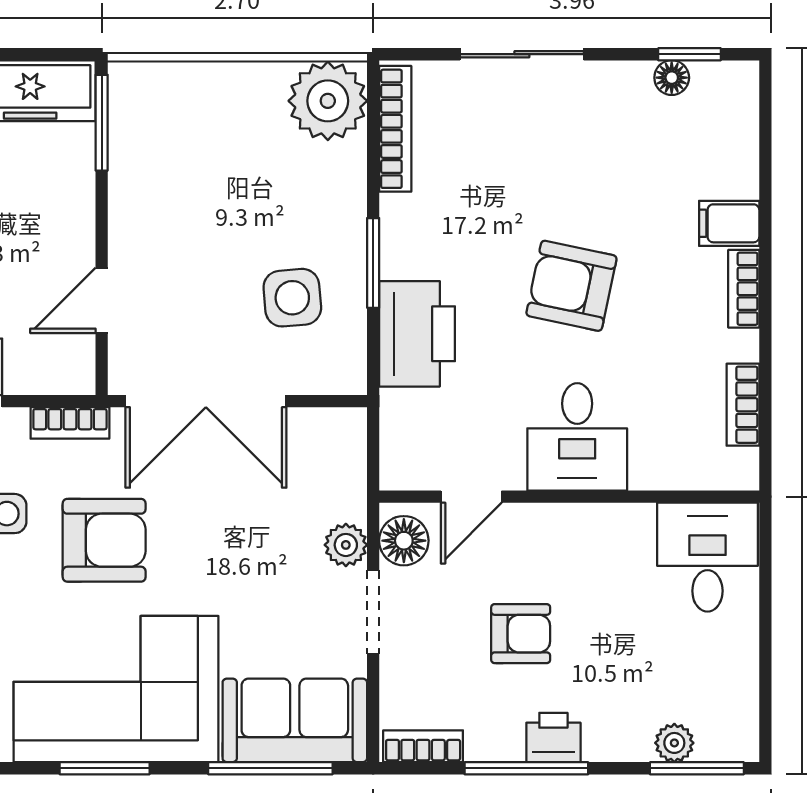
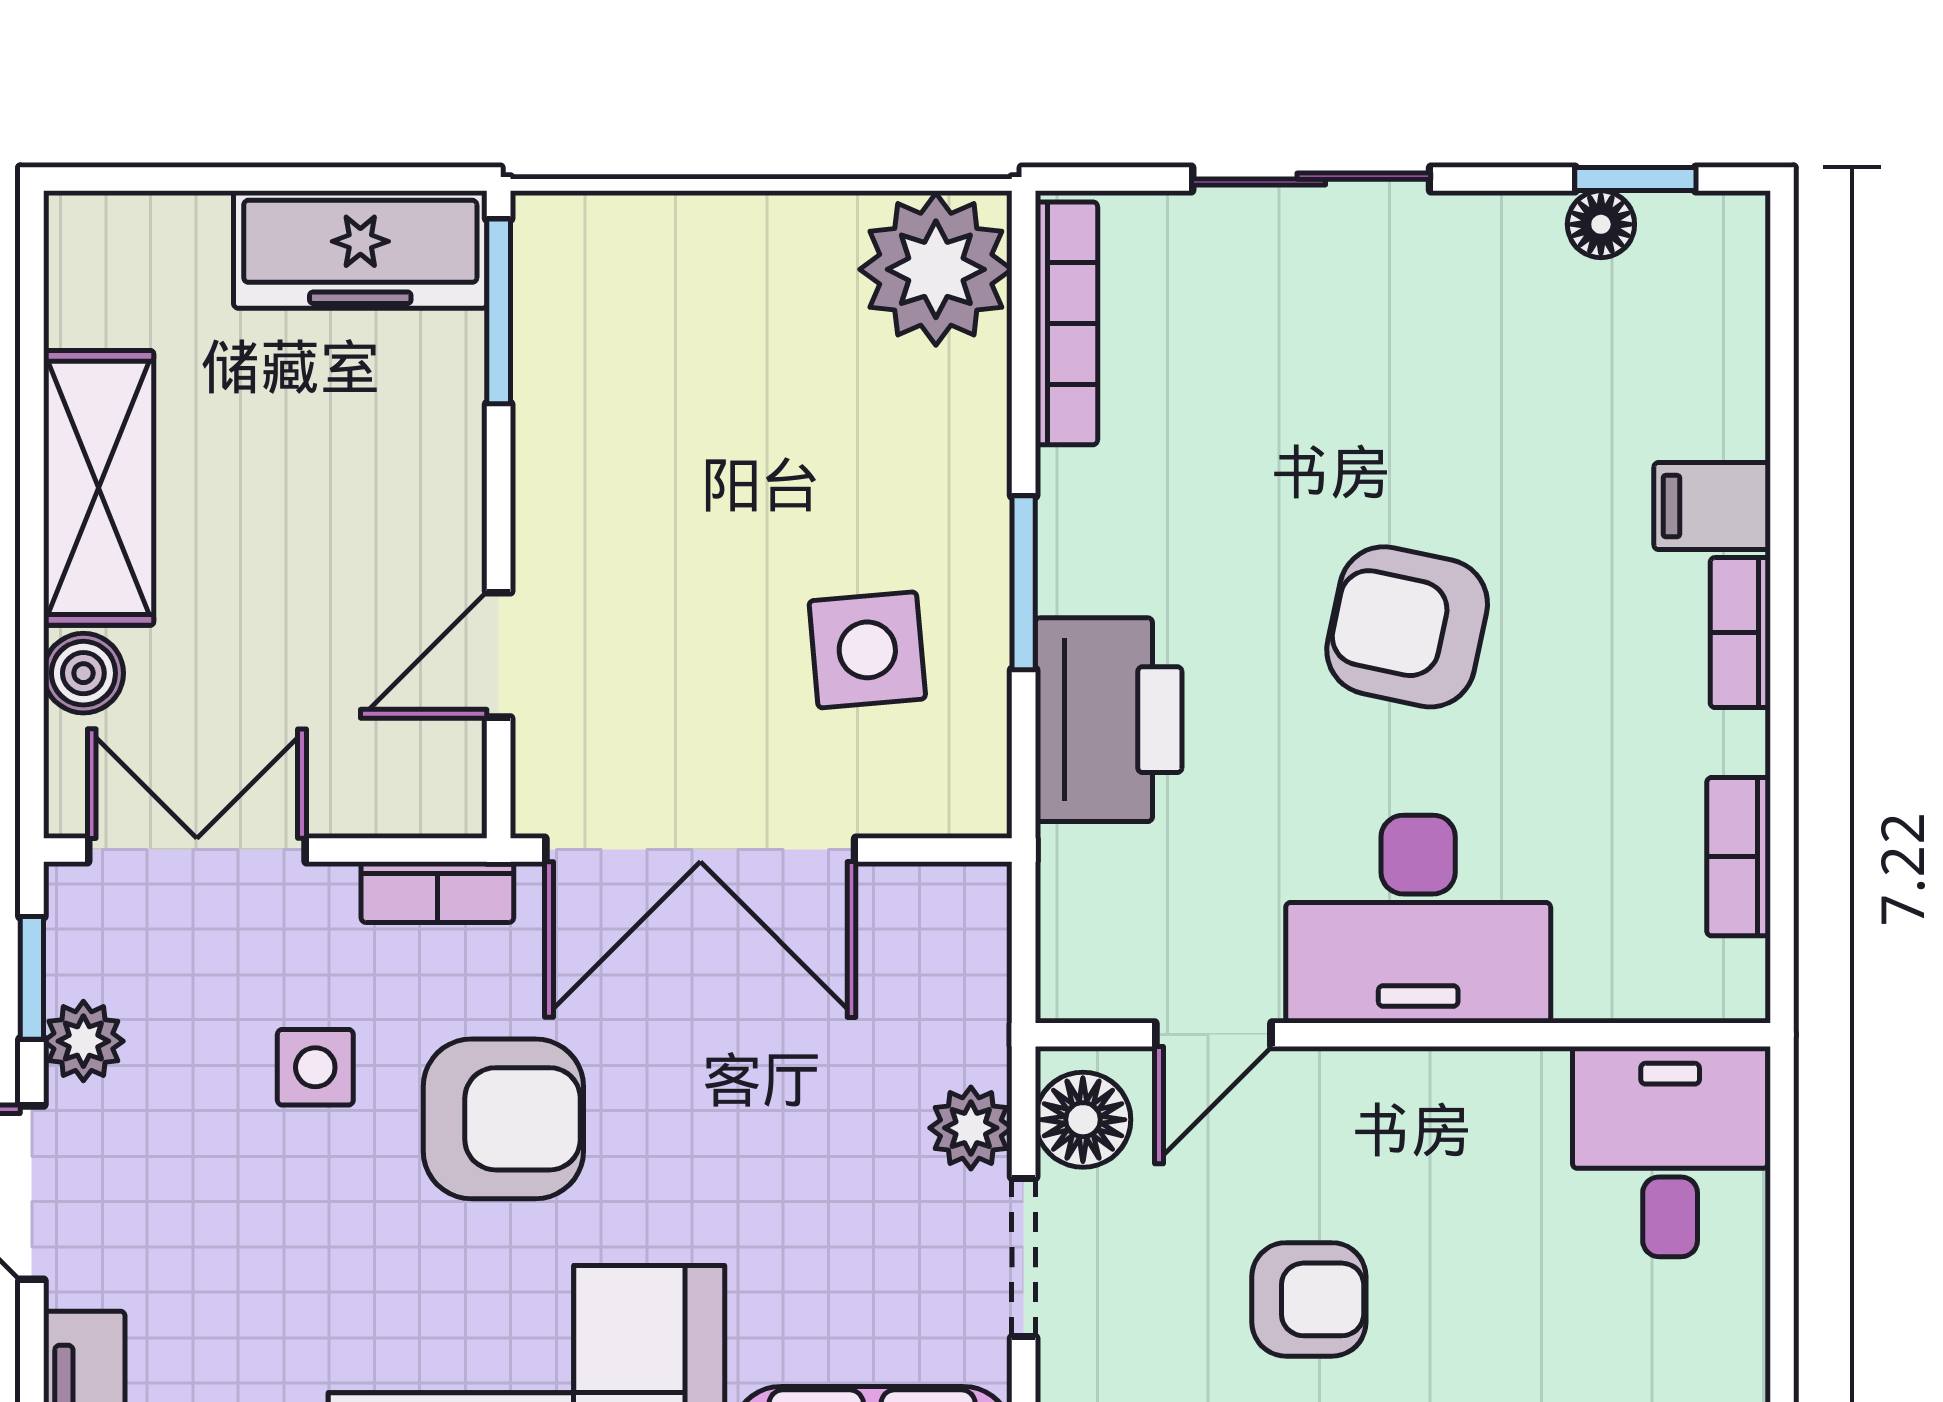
desk: (577, 437) -> (1418, 919), width x1.37

